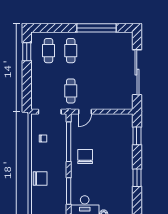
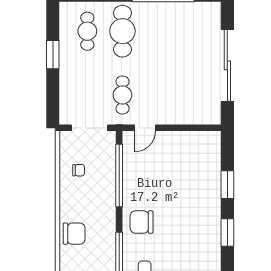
cafe table: (71, 51) -> (122, 31), width x1.37, depth x1.35
window: (27, 52) -> (53, 55), moved
window: (137, 136) -> (227, 185), moved
chair: (85, 157) -> (142, 222), moved, turned -90

